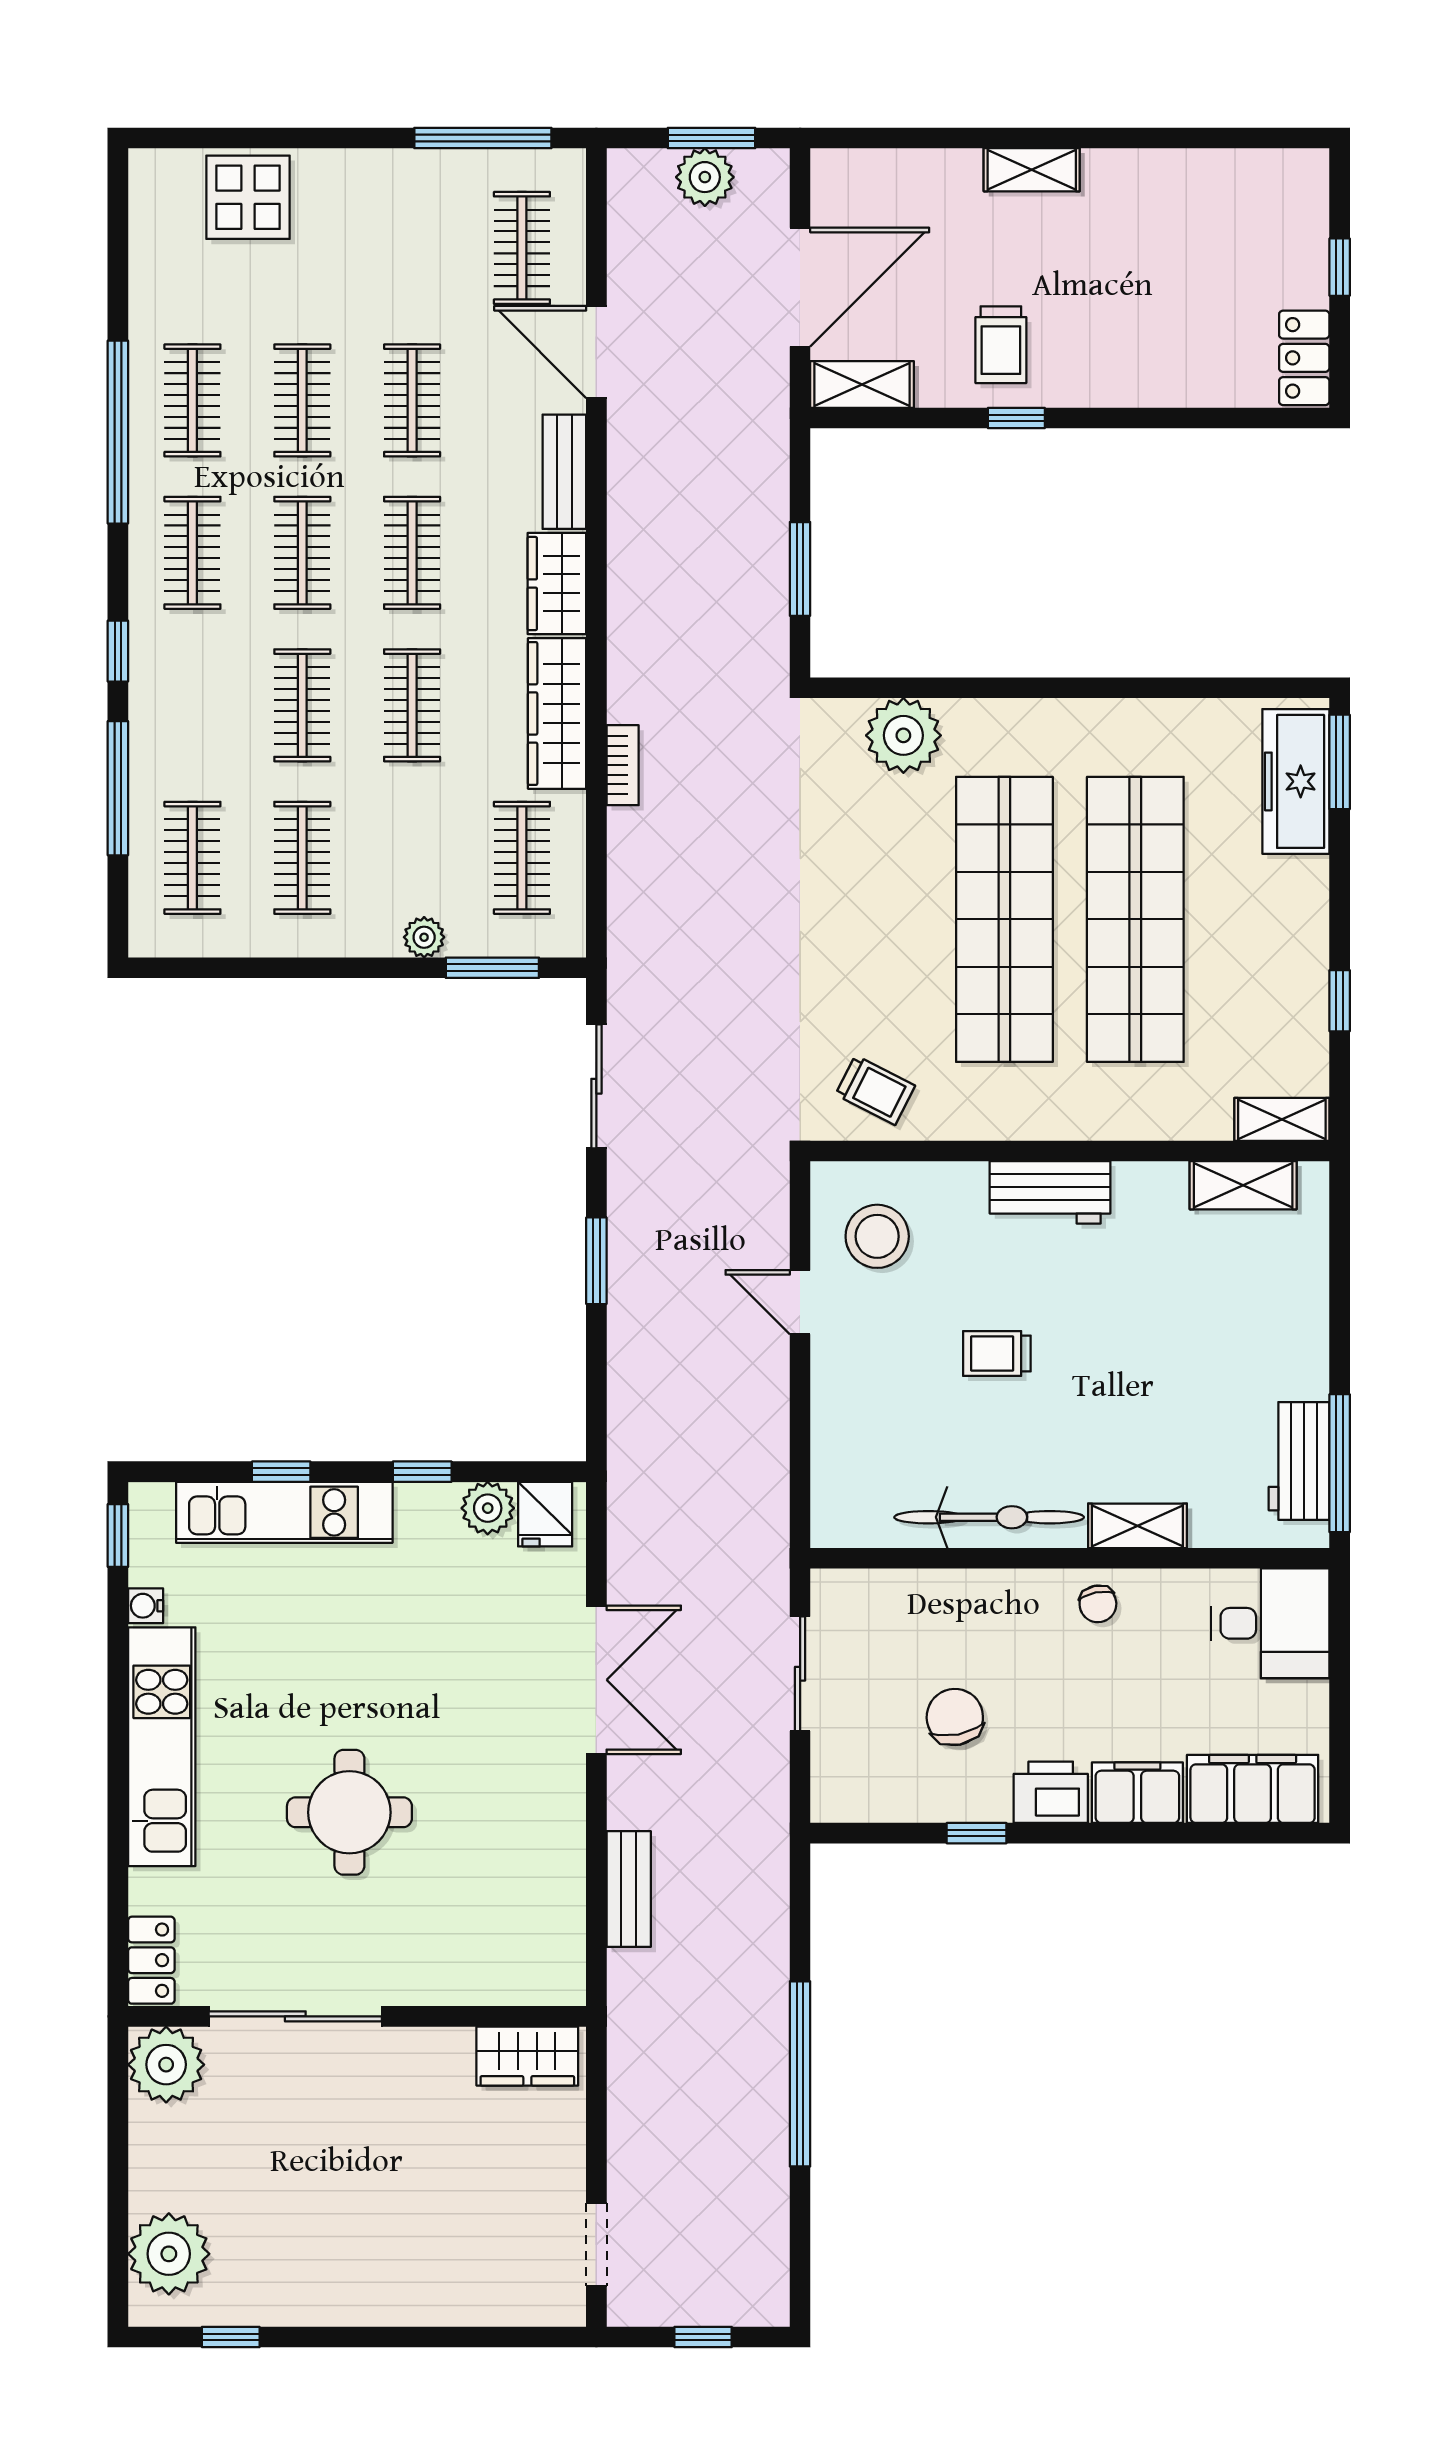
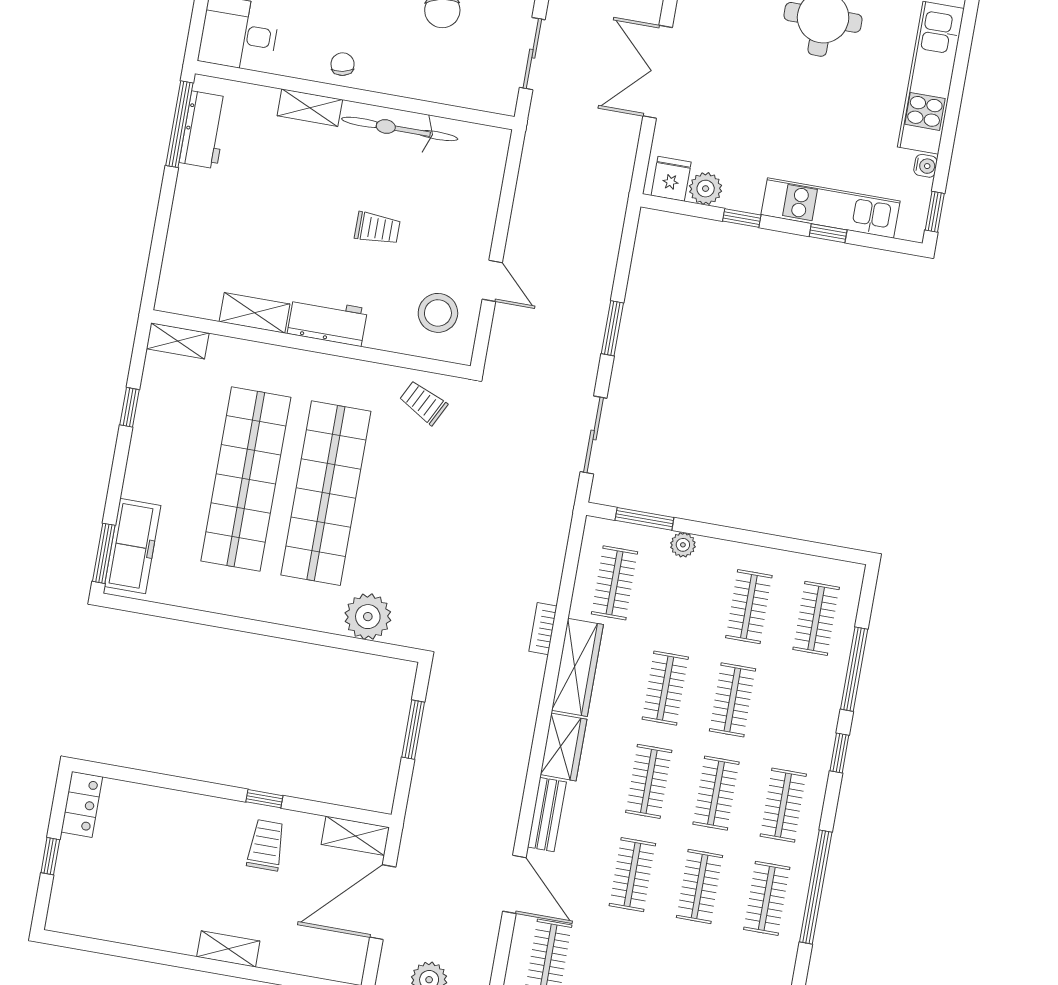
shelving: (1243, 1185) -> (254, 313), moved

